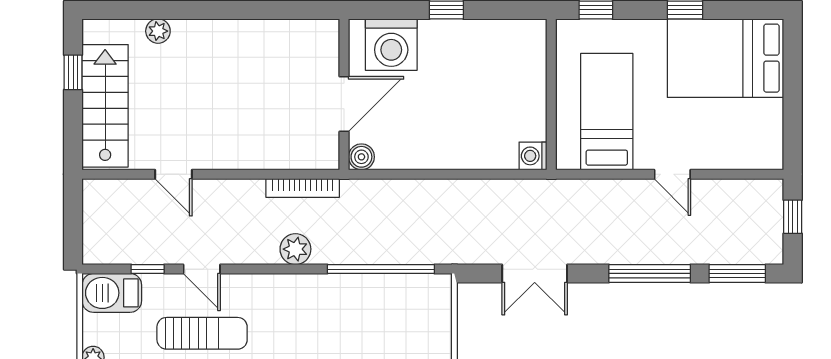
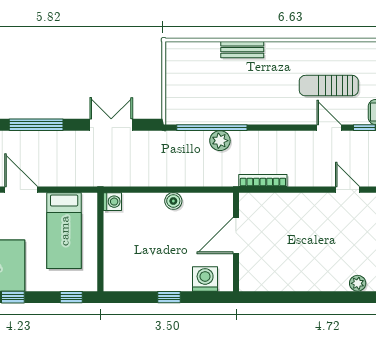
washing machine: (391, 45) -> (205, 279), width x0.73, depth x0.73
boiler: (361, 157) -> (173, 201), moved
door: (672, 174) -> (21, 190), width x1.37
plant: (295, 249) -> (220, 141), moved

